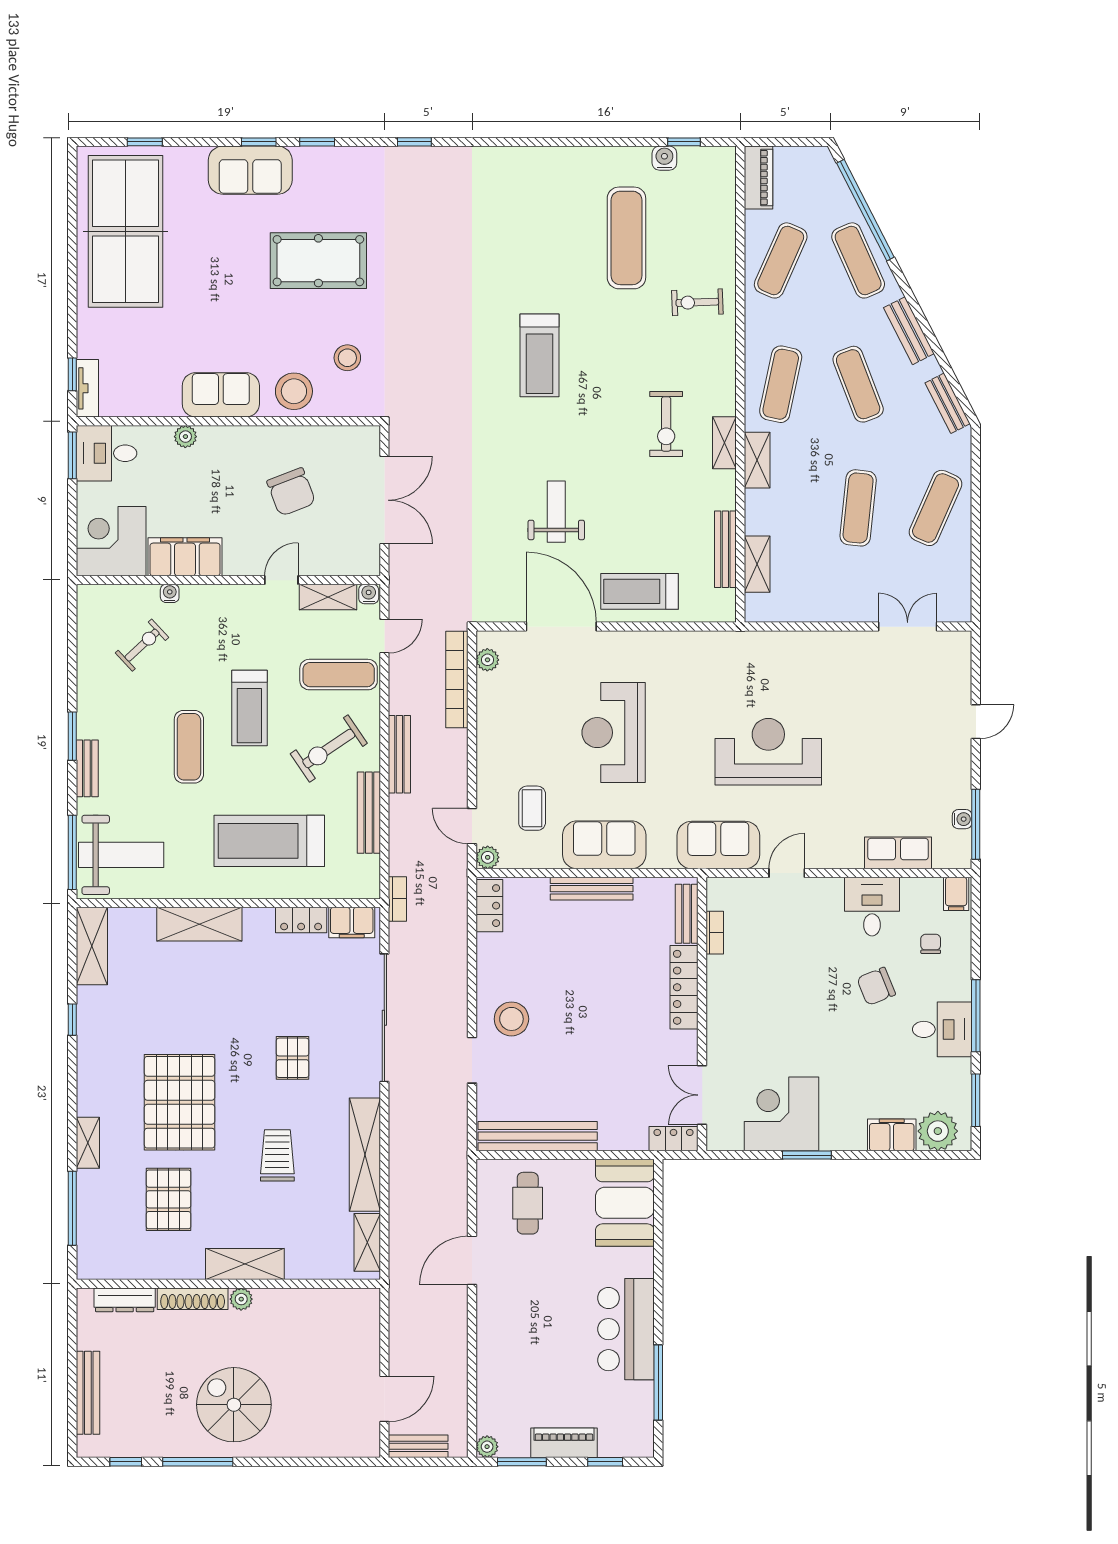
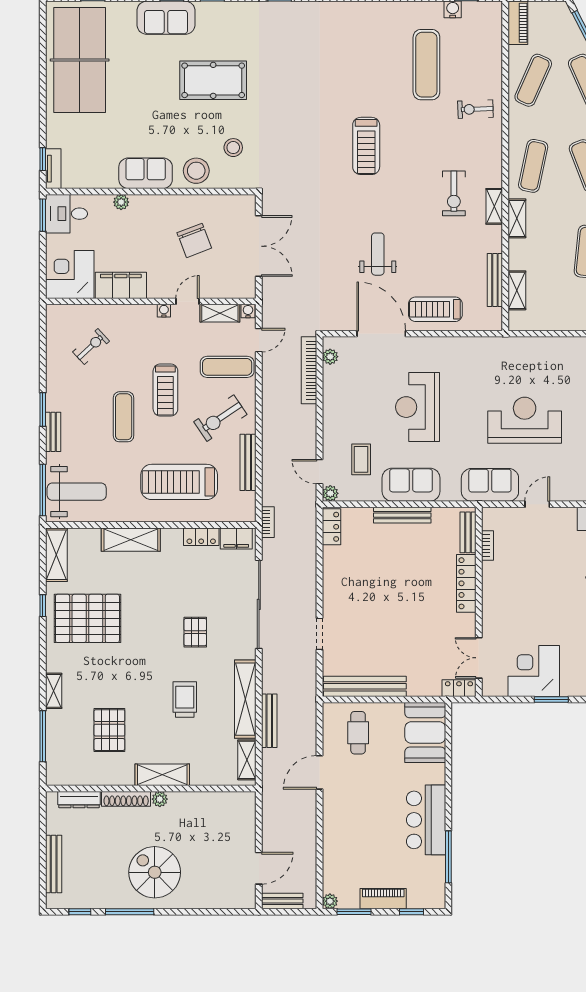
water cooler: (170, 593) -> (164, 311), moved
bench: (399, 754) -> (269, 721), moved
stool: (511, 1019) -> (347, 605), removed
pallet: (180, 1102) -> (87, 618), moved, turned 90

